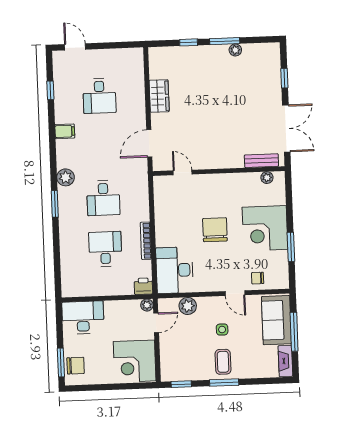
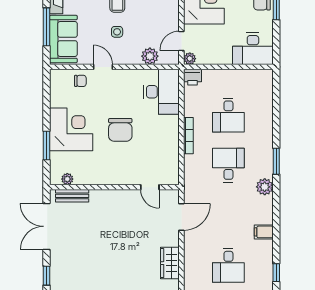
desk: (99, 96) -> (228, 265), turned 180
bookcase: (146, 241) -> (188, 136), moved
window: (291, 247) -> (47, 145), moved

